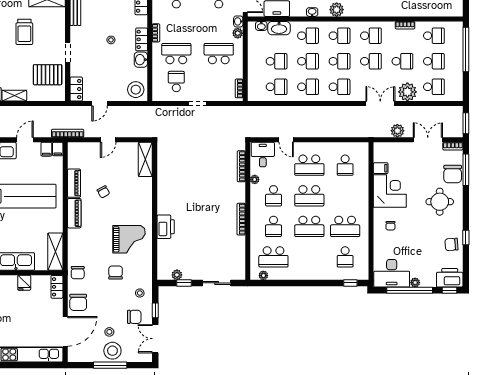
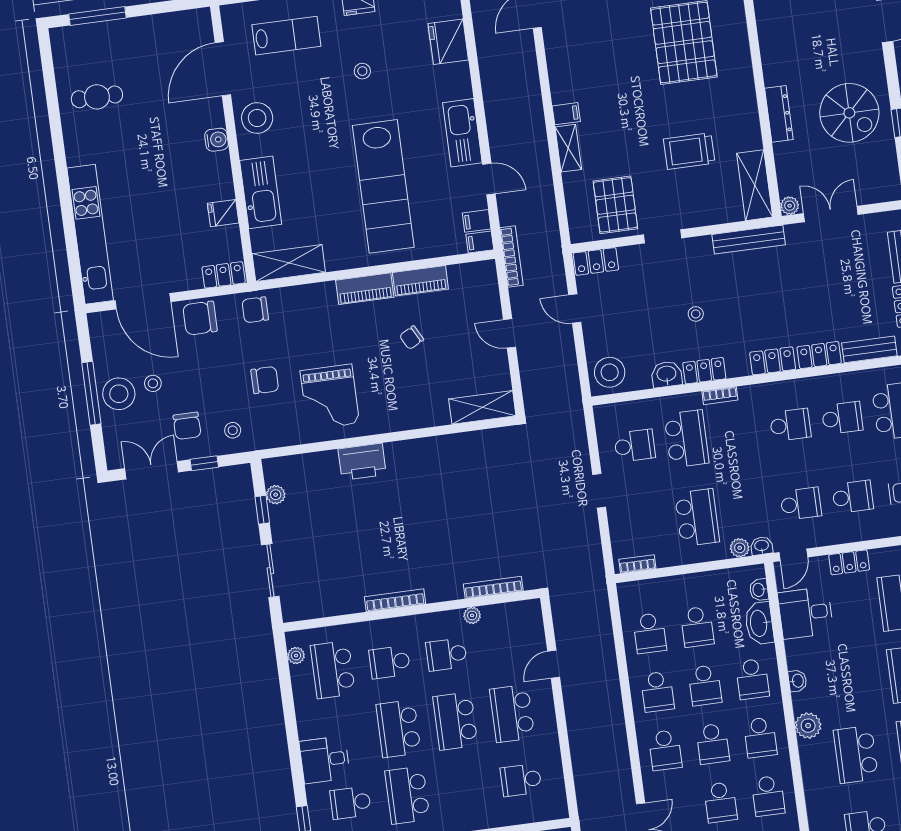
desk: (263, 155) -> (325, 760), moved, turned 180

